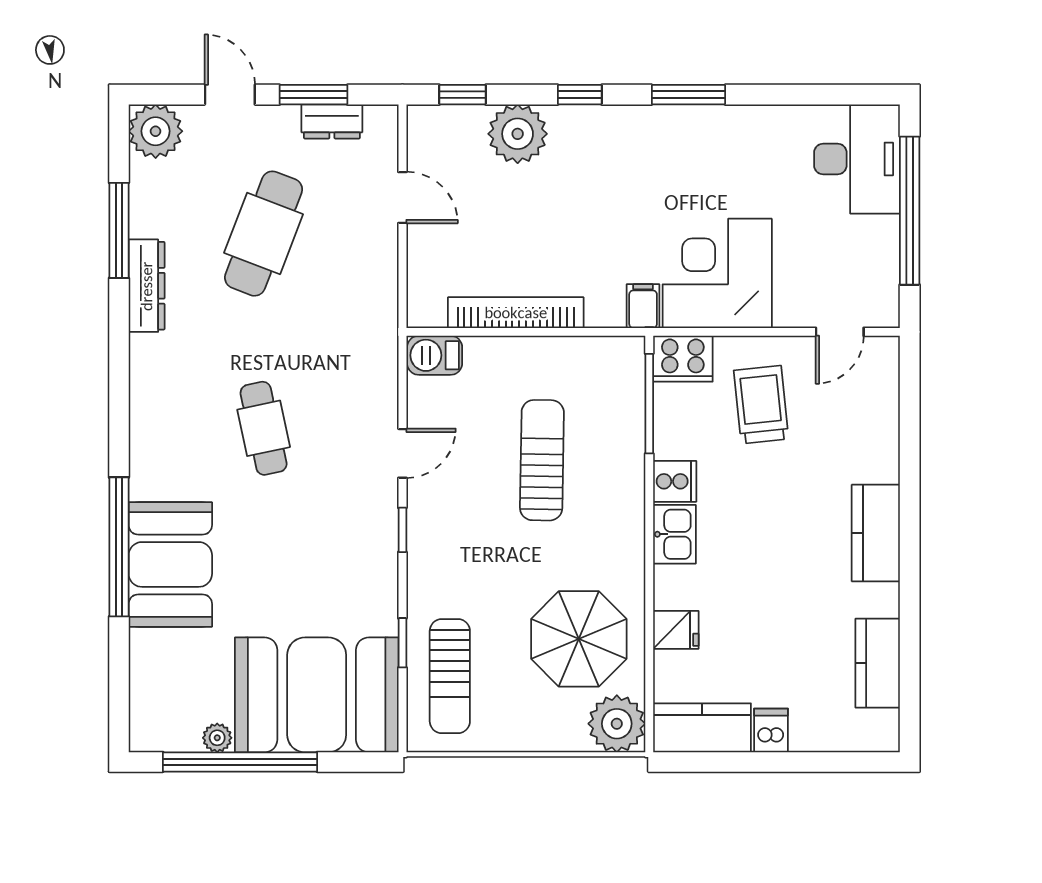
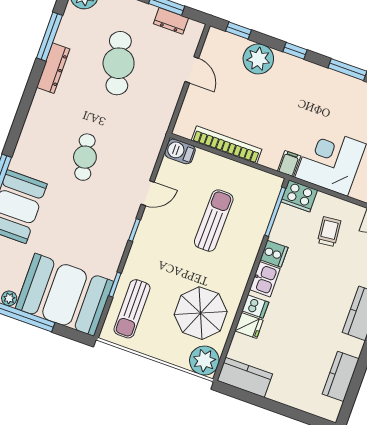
cafe table: (264, 234) -> (119, 63), turned -36
trolley: (761, 405) -> (329, 232), width x0.73, depth x0.72
dishwasher: (771, 730) -> (255, 307), moved, turned 90

